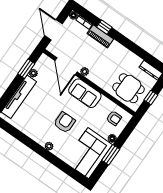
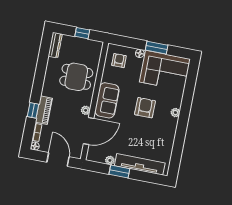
door: (53, 30) -> (58, 160), swing flipped
window: (26, 69) -> (119, 171), moved
dining table: (128, 88) -> (76, 77), moved, turned 90
armchair: (65, 122) -> (145, 108), turned 90

